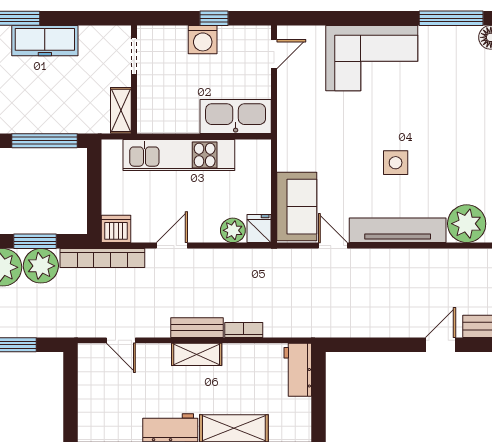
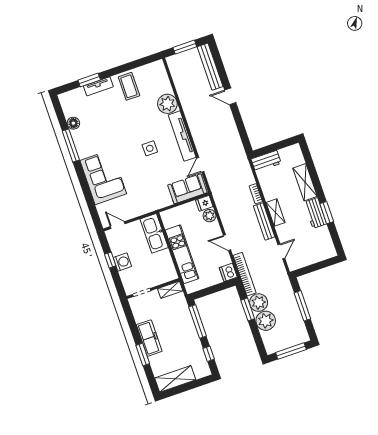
bench: (197, 328) -> (264, 221), width x1.36

